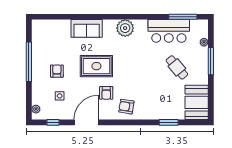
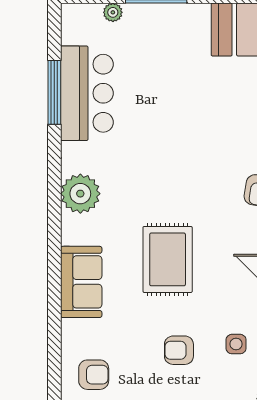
window: (183, 17) -> (54, 92), moved
cafe table: (177, 67) -> (171, 75), removed
armchair: (106, 93) -> (94, 375), moved

